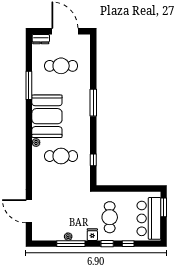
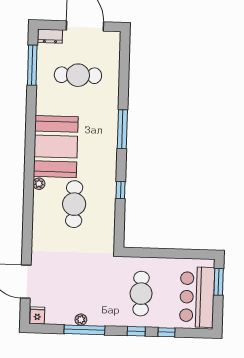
window: (29, 85) -> (32, 65), moved
cafe table: (61, 156) -> (74, 204), turned 90
window: (93, 160) -> (121, 190), moved
fridge: (92, 235) -> (37, 315), moved

